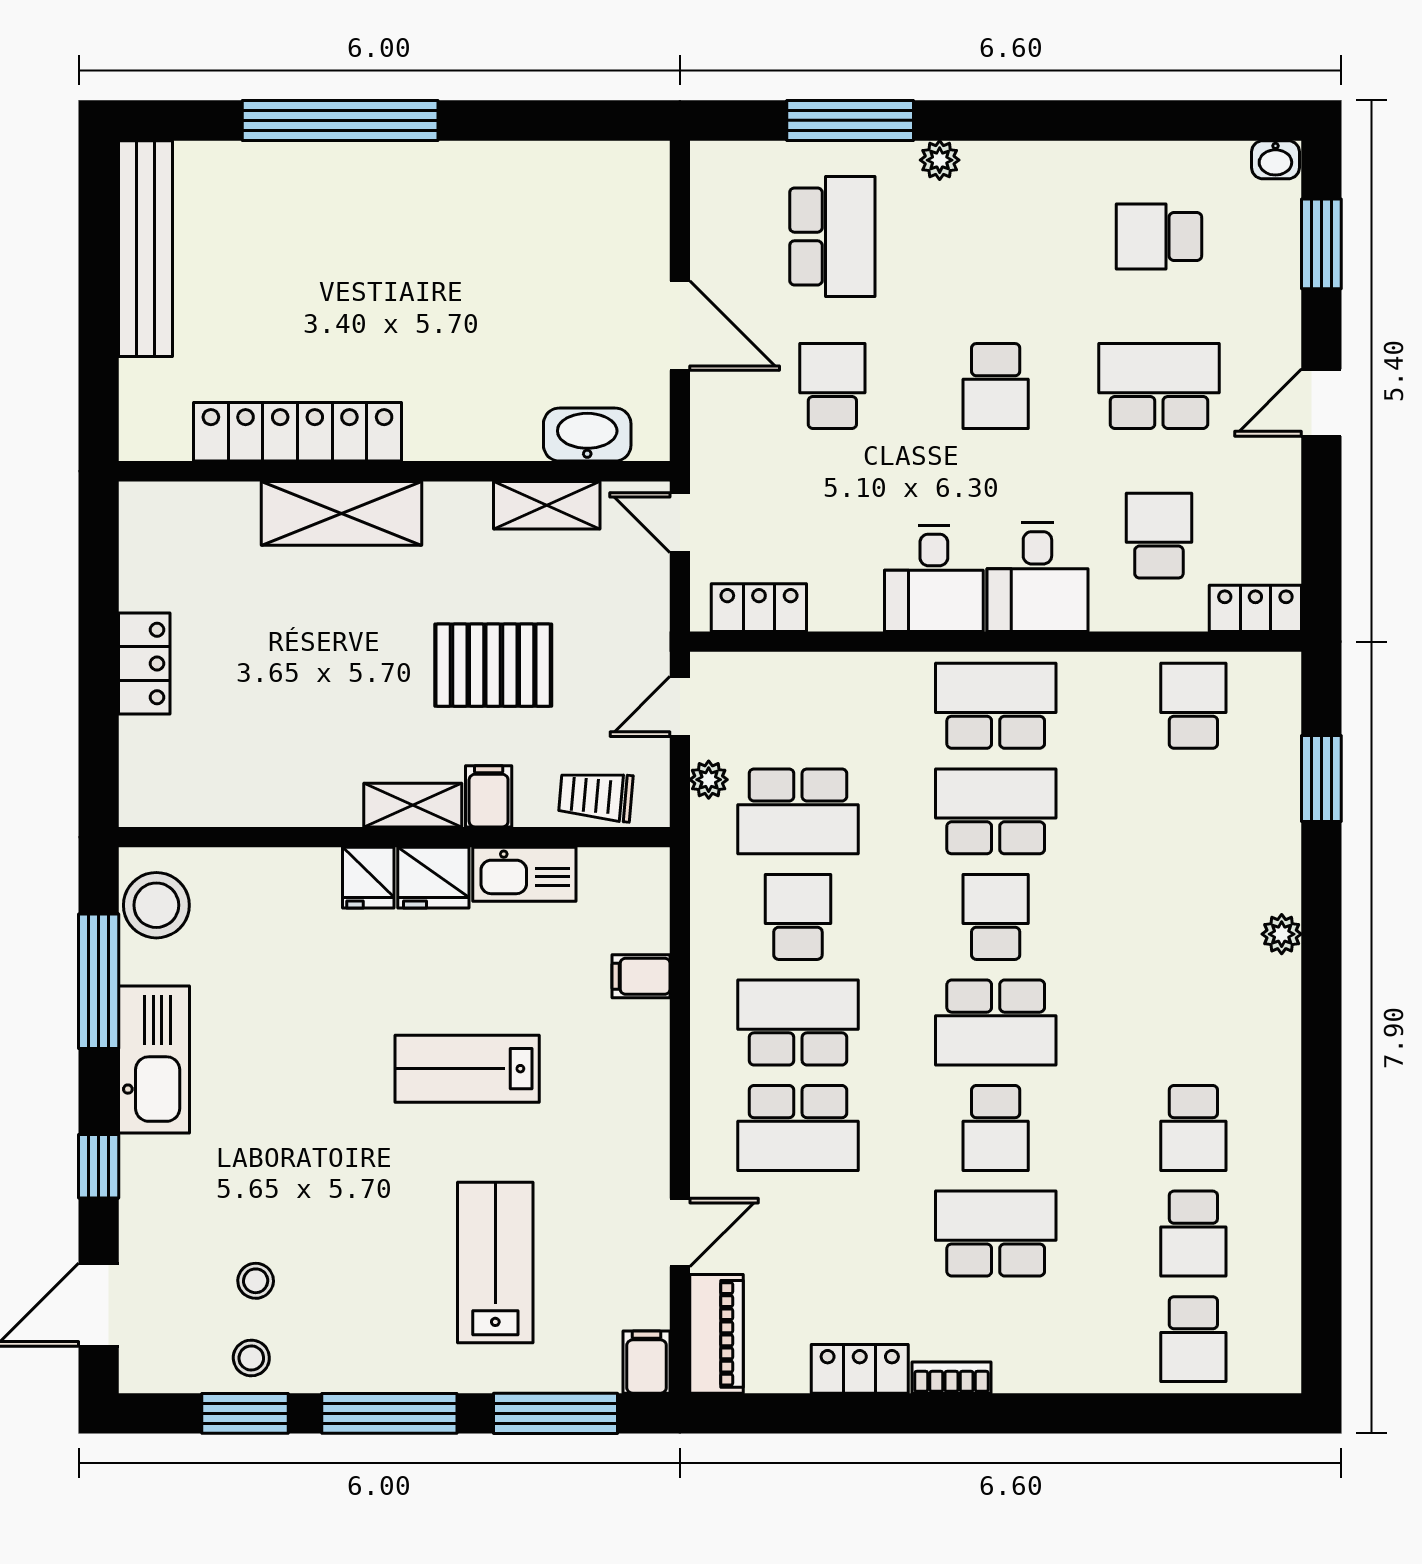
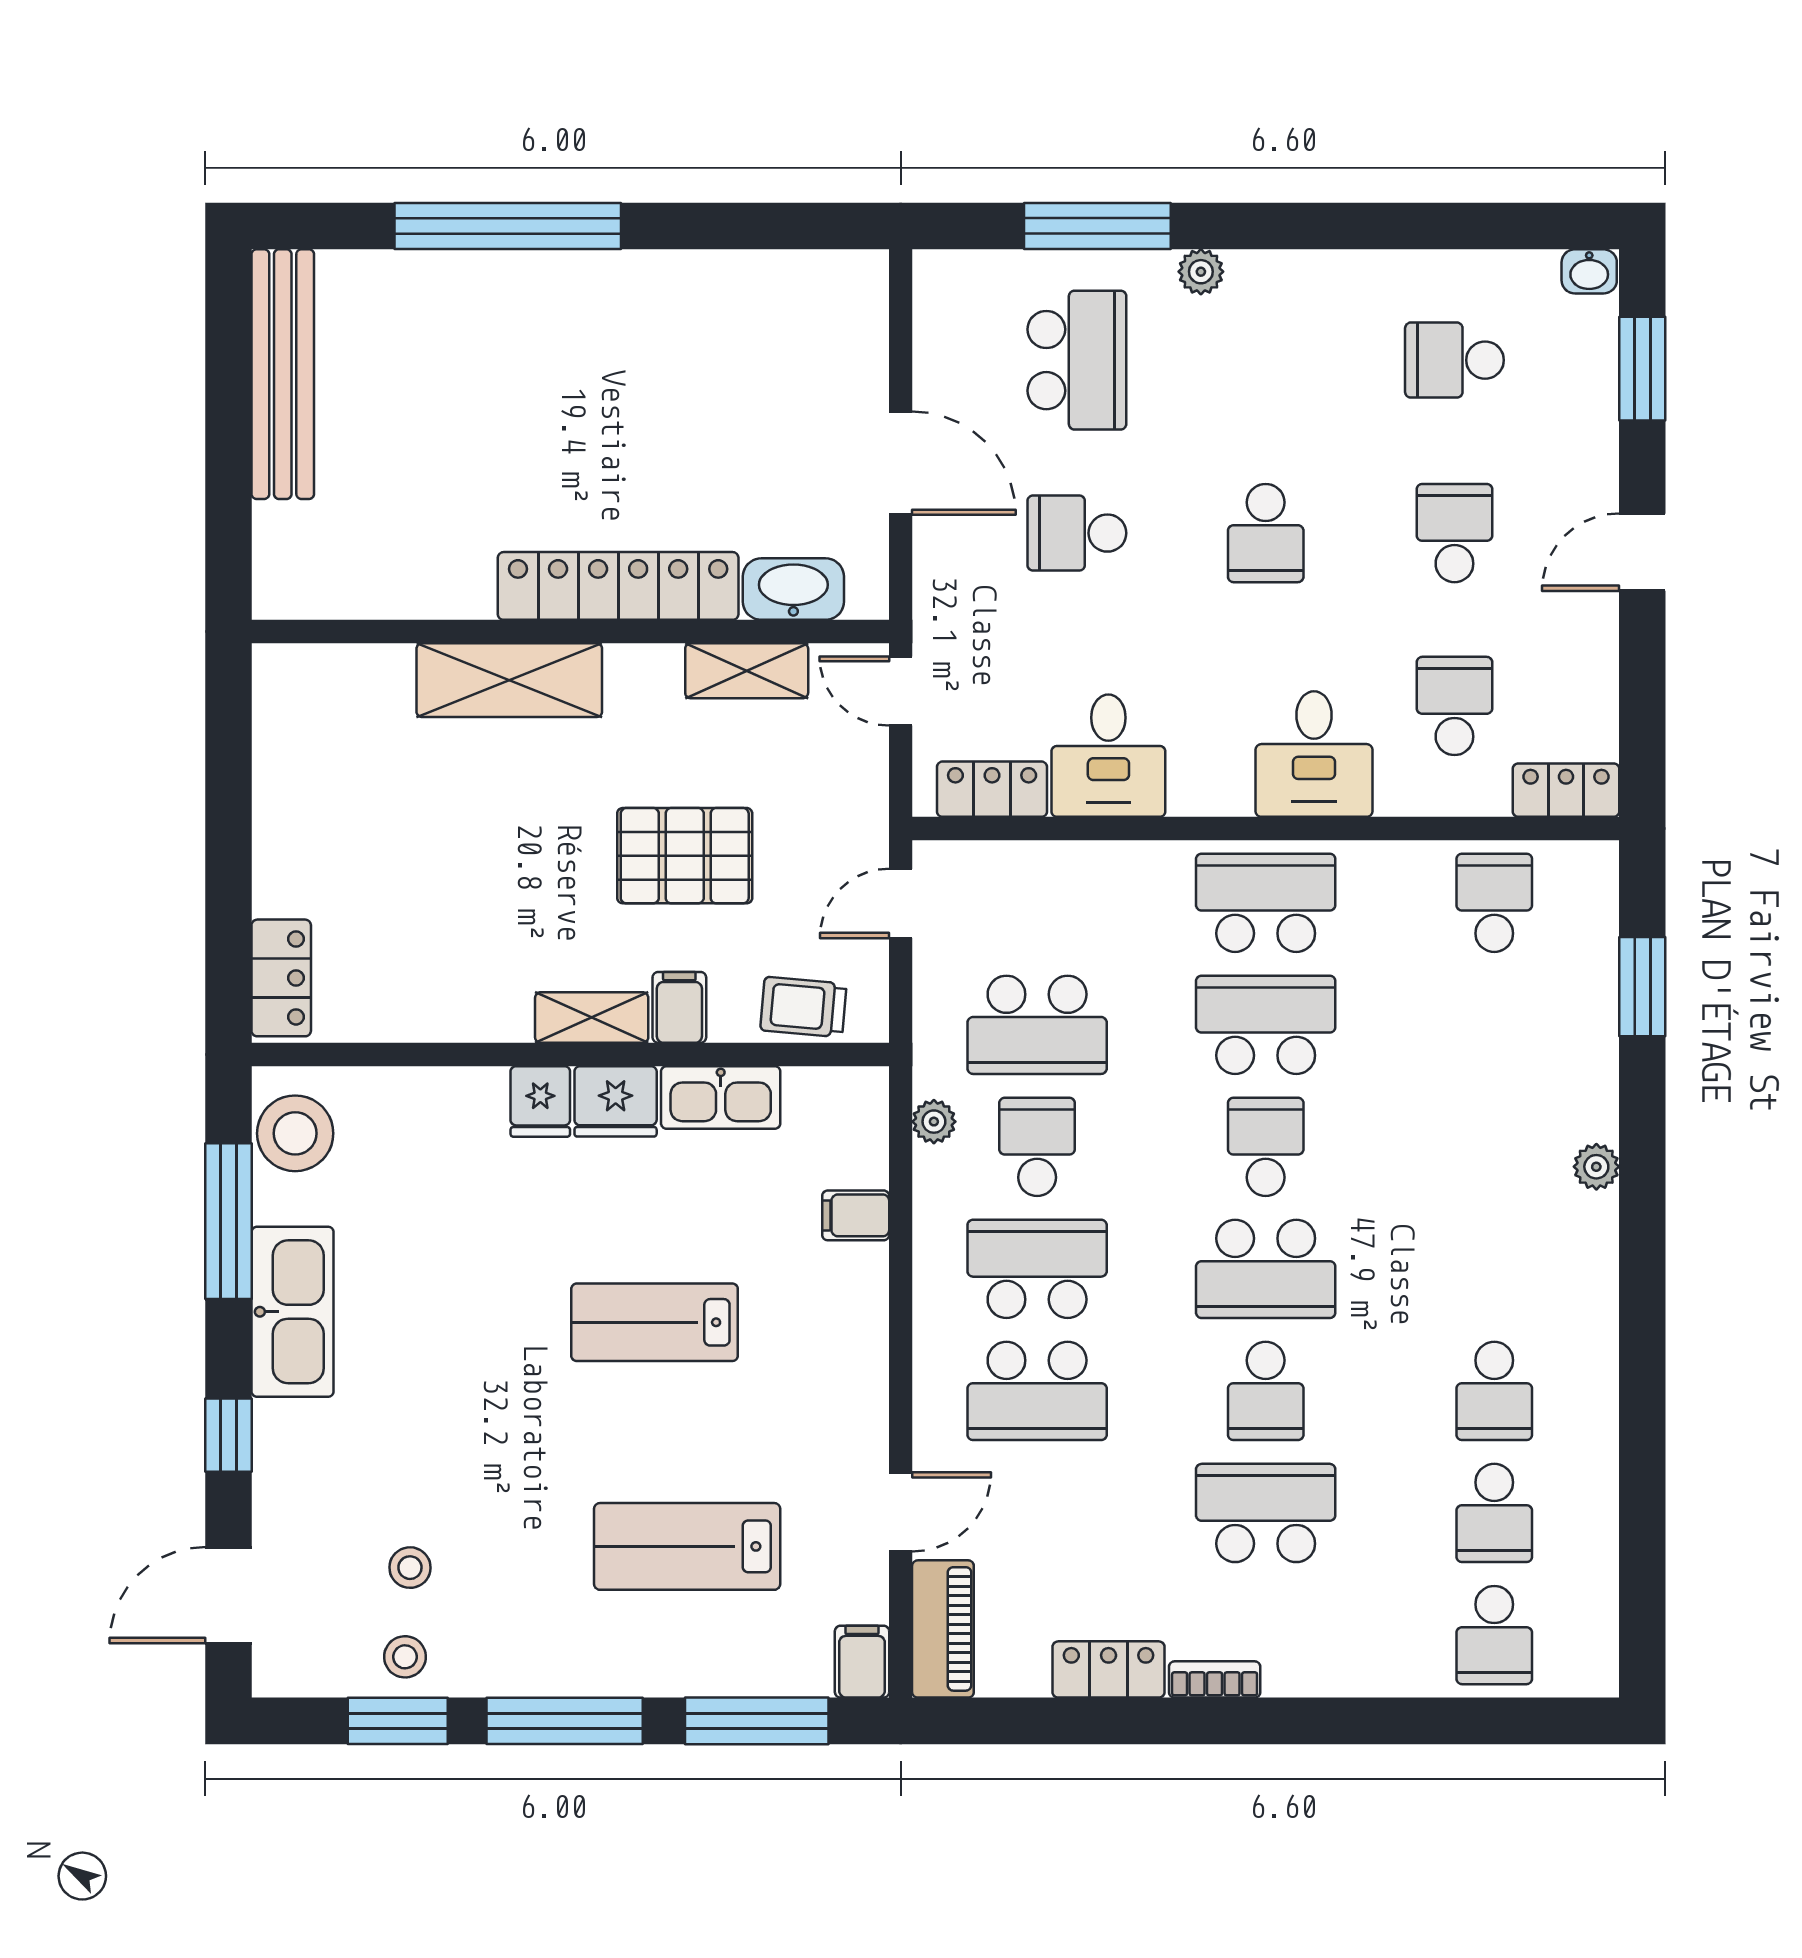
school desk: (832, 386) -> (1077, 533), turned -90
school desk: (1159, 386) -> (1454, 533), width x0.54
locker: (297, 432) -> (618, 586), moved
desk: (934, 579) -> (1108, 756), moved
locker: (144, 663) -> (281, 978), moved
plant: (709, 780) -> (934, 1122), moved
lab bench: (495, 1262) -> (687, 1546), turned -90

